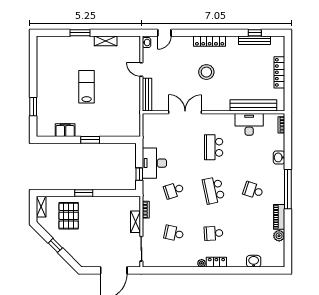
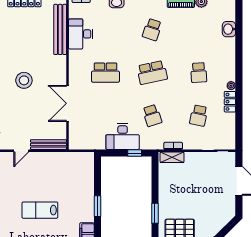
shelving: (135, 222) -> (172, 157), moved
locker: (216, 262) -> (230, 102), moved

